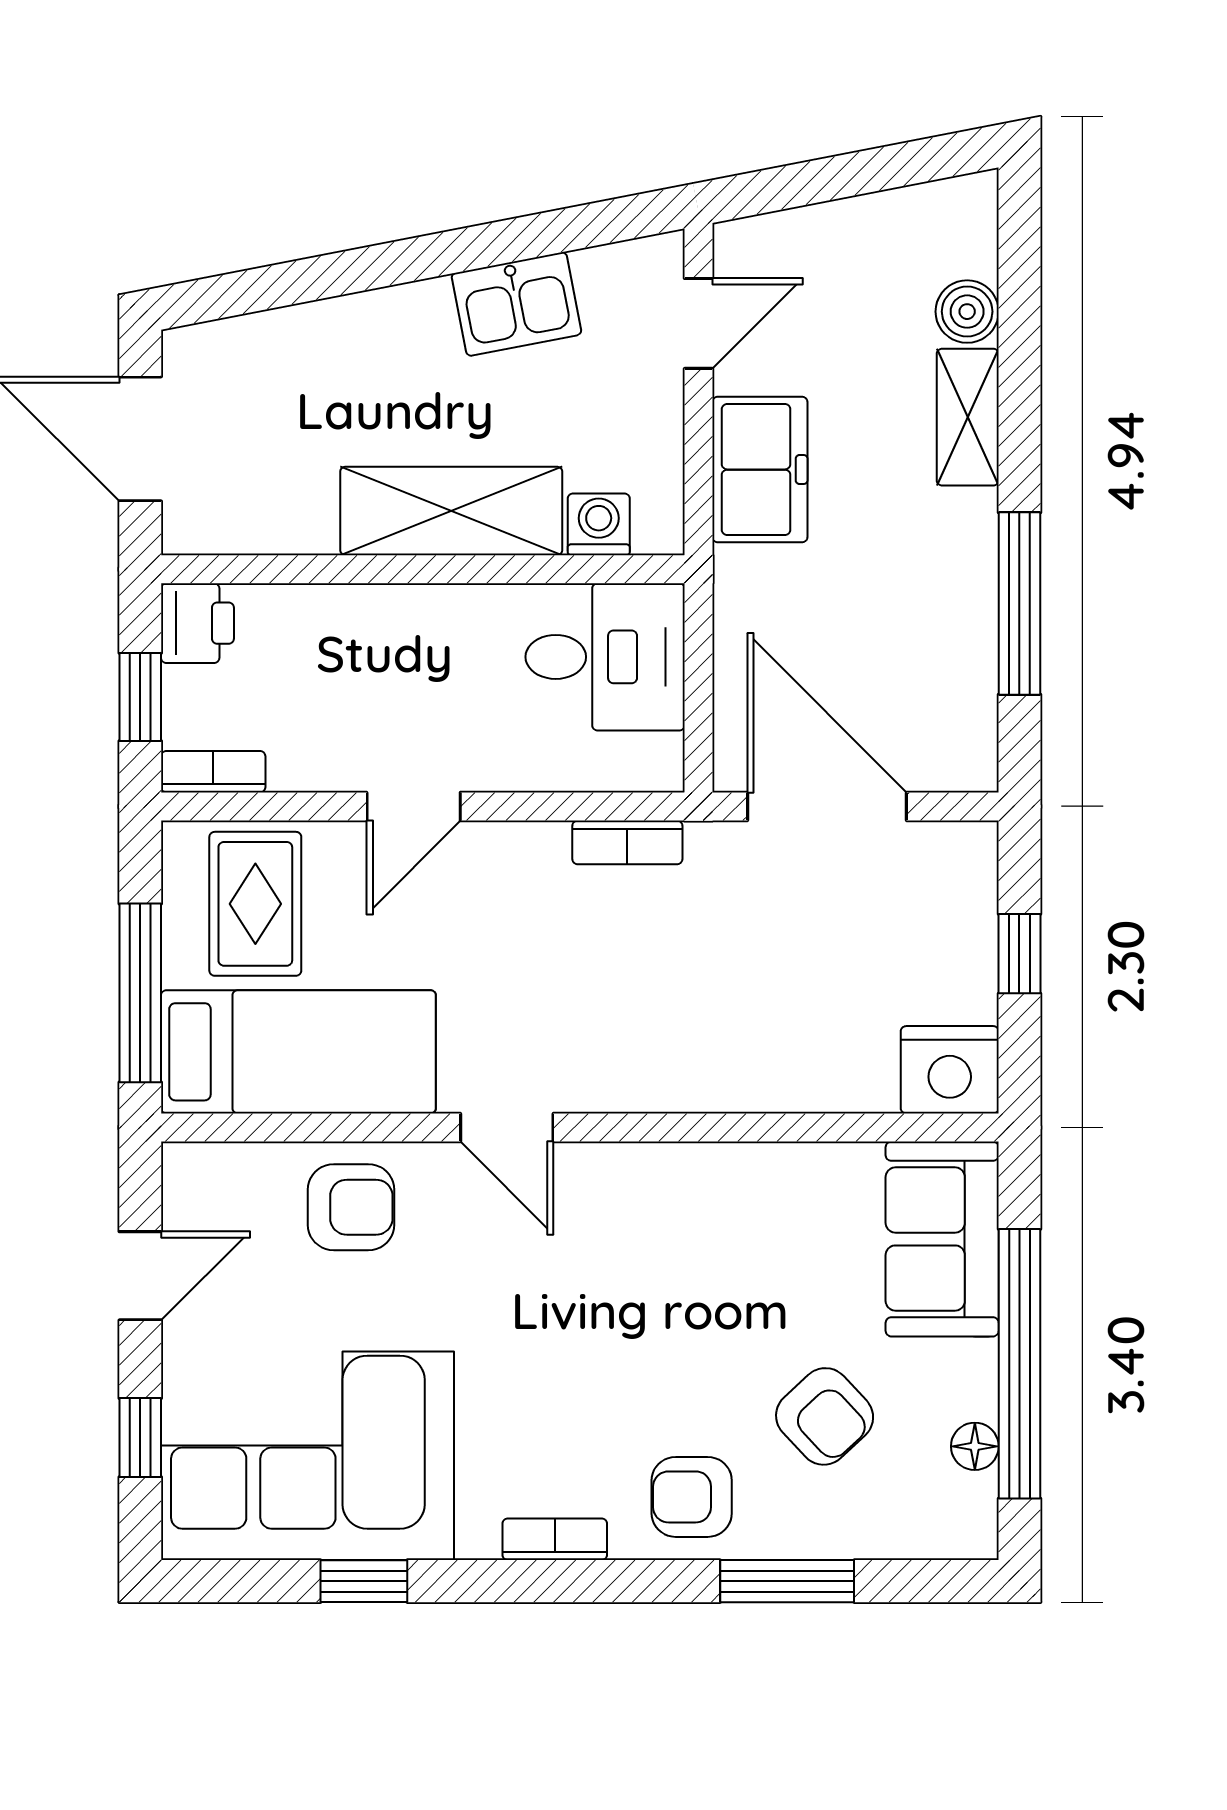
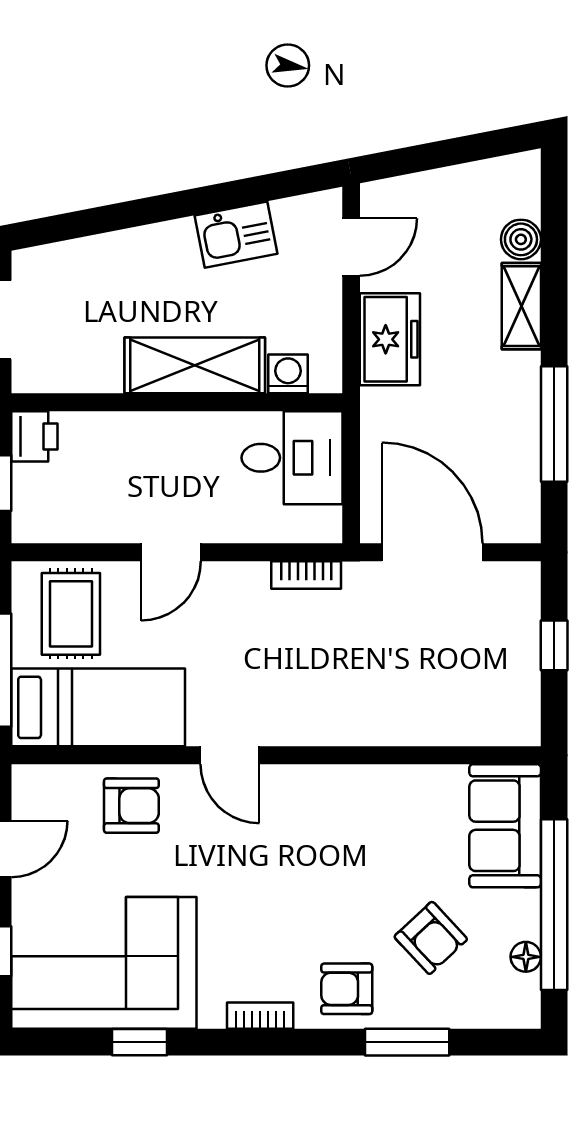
bookcase: (213, 772) -> (44, 530), removed
nightstand: (950, 1070) -> (510, 719), removed

